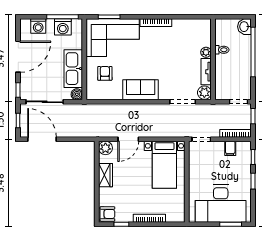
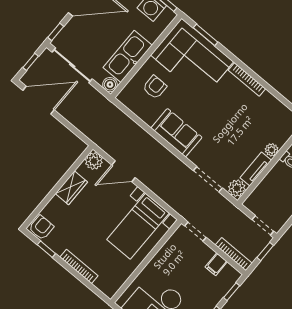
door: (42, 139) -> (39, 100), hinge flipped
armchair: (107, 214) -> (41, 228), turned -90

